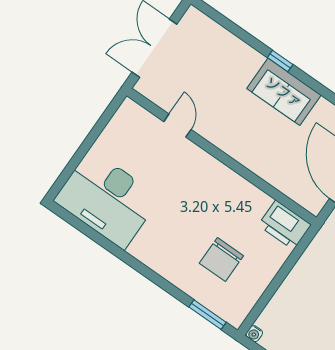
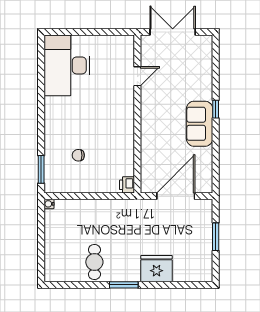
printer: (285, 225) -> (127, 185), width x0.53, depth x0.68
chair: (221, 259) -> (78, 155), width x0.54, depth x0.54

